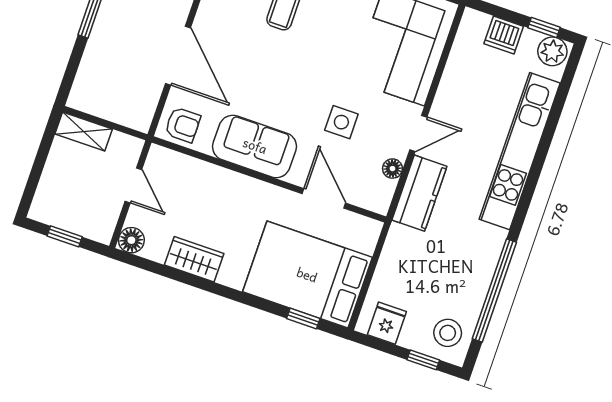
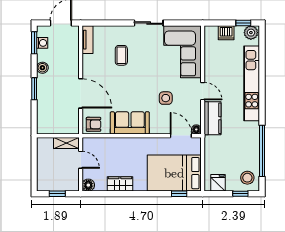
shelving: (84, 132) -> (66, 143), moved
door: (418, 133) -> (203, 91), hinge flipped
floor lamp: (392, 169) -> (196, 129), moved
door: (324, 198) -> (181, 136), moved

